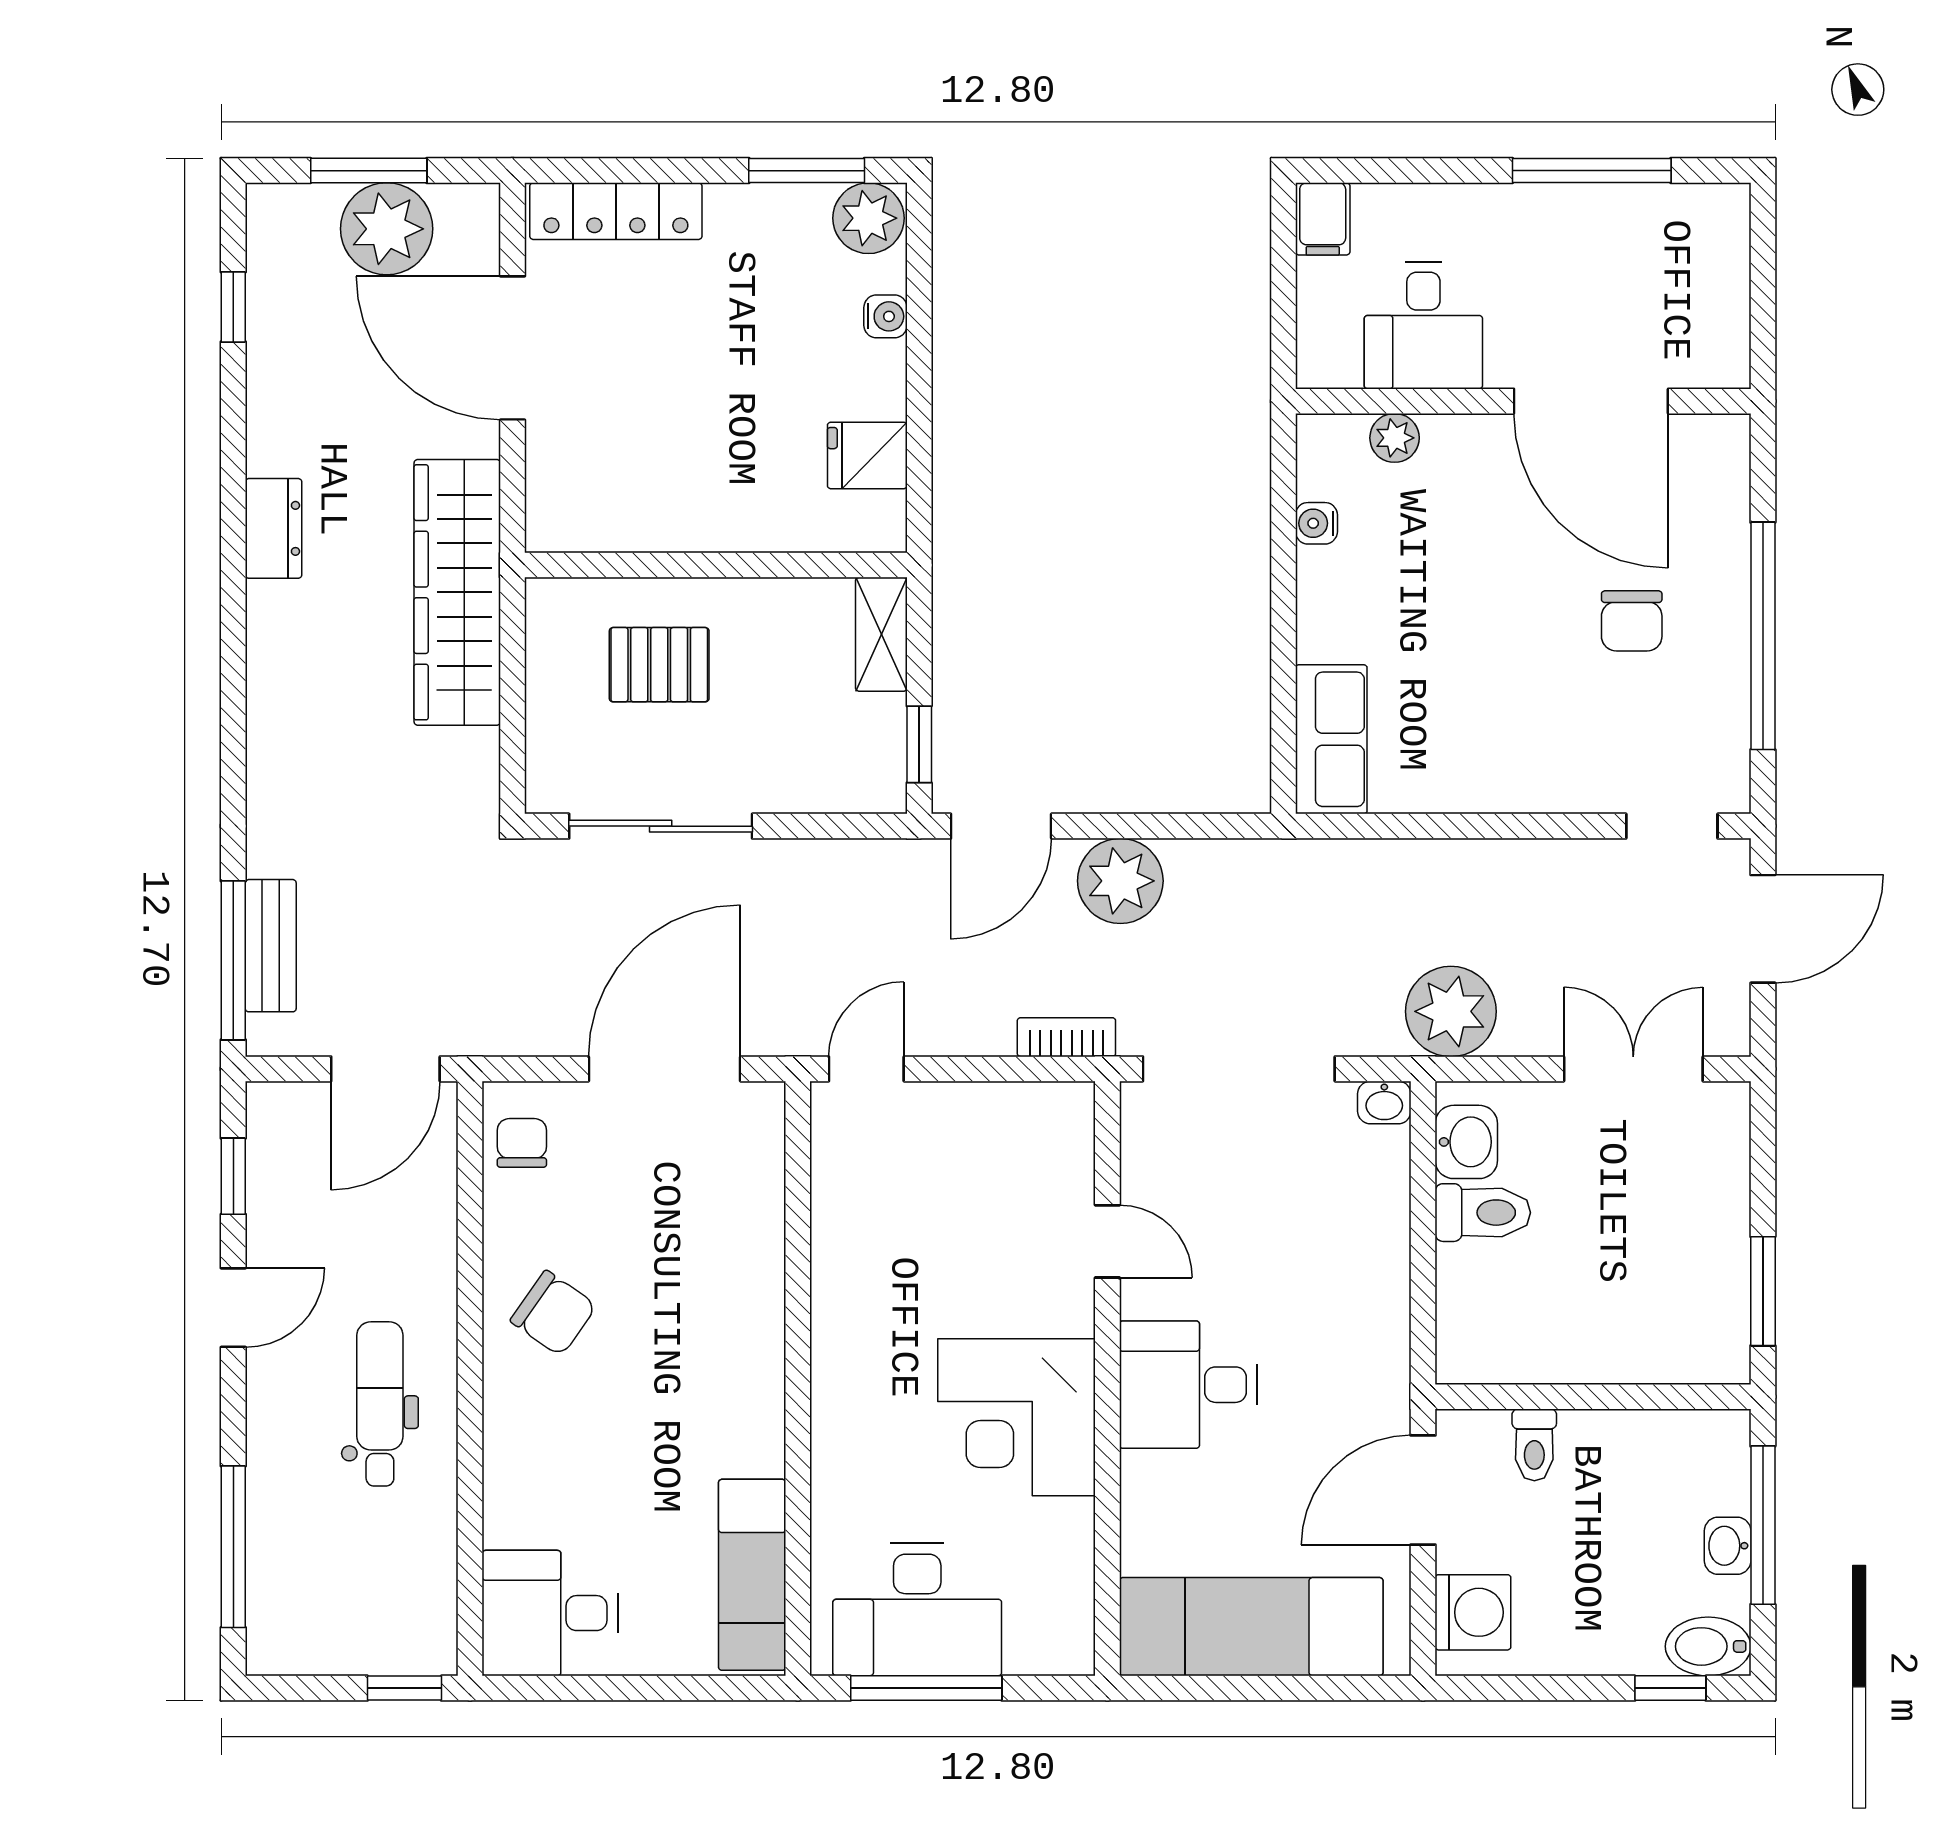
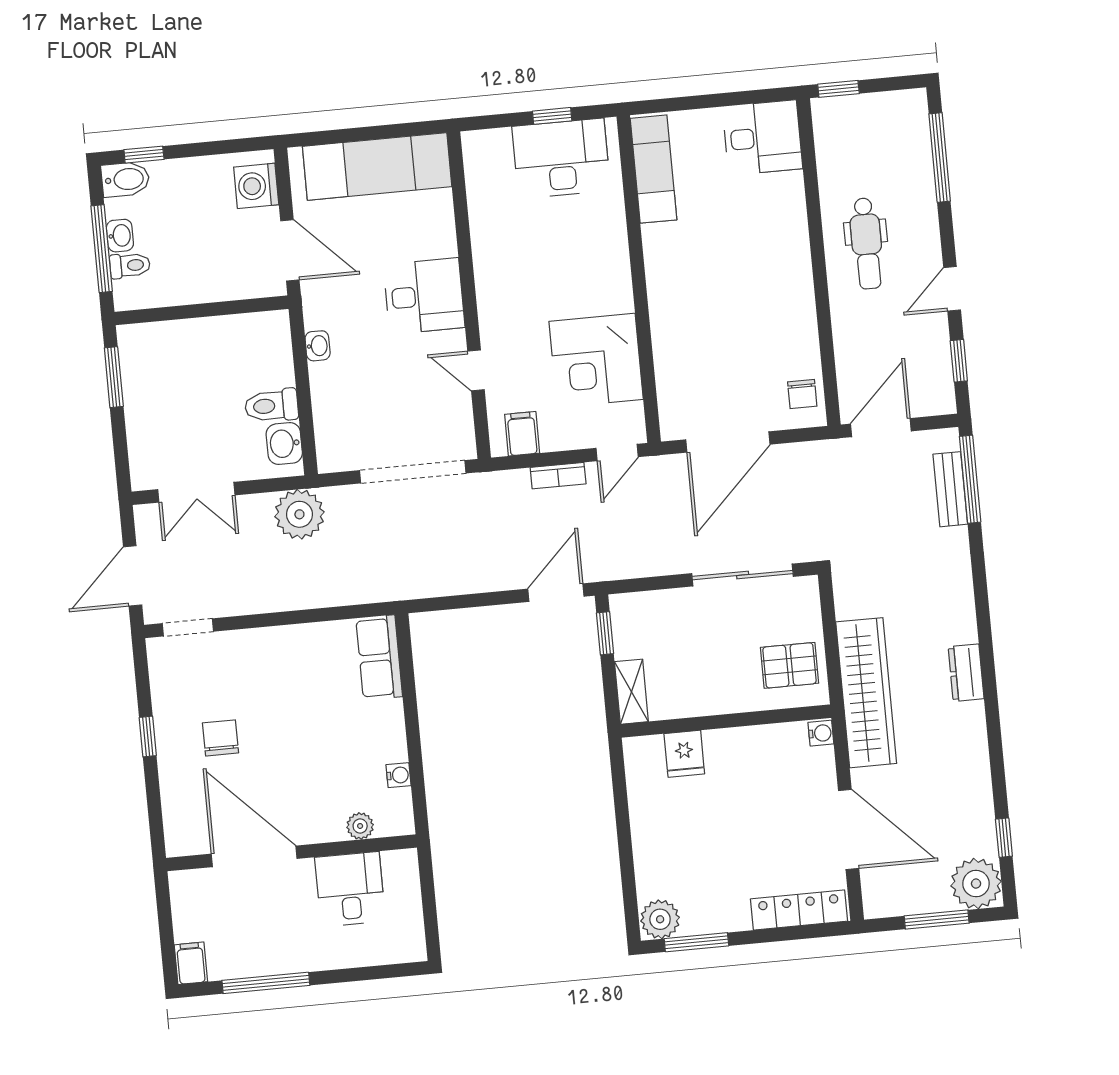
filing cabinet: (1323, 219) -> (191, 963), moved
plant: (387, 229) -> (976, 884), moved
water cooler: (885, 316) -> (821, 733), moved, turned 180
fridge: (867, 455) -> (684, 754), moved, turned 90
dresser: (274, 528) -> (966, 673), moved
window: (1763, 636) -> (148, 736), width x0.32
pallet: (659, 665) -> (789, 665), moved
plant: (1120, 881) -> (488, 569), removed
bookcase: (1066, 1037) -> (558, 476), moved
washbasin: (1384, 1103) -> (318, 346), moved, turned 90
filing cabinet: (1035, 1119) -> (522, 434), added
chair: (553, 1313) -> (776, 302), removed
corner desk: (1017, 1417) -> (596, 360), moved, turned 180
toilet: (1534, 1445) -> (130, 265), moved, turned 90
door: (1423, 1490) -> (290, 250), hinge flipped
window: (926, 1688) -> (552, 116), width x0.46

